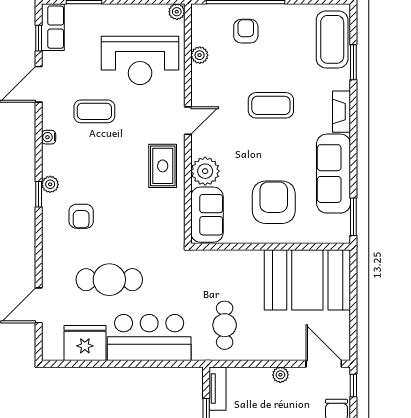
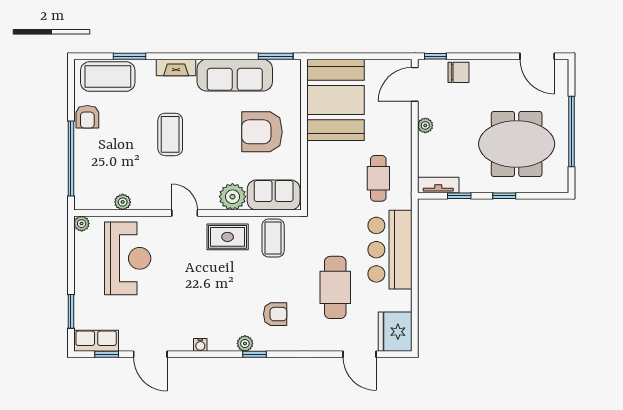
armchair: (246, 31) -> (87, 117), moved, turned -90
coffee table: (94, 111) -> (273, 238), moved
cafe table: (225, 325) -> (378, 178), turned 90
fridge: (85, 343) -> (395, 332), moved

